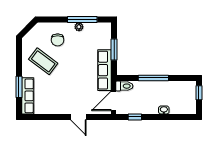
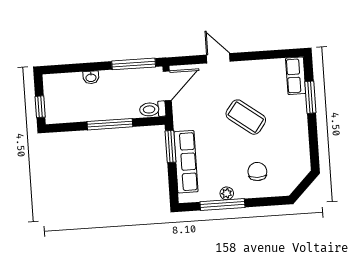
window: (114, 49) -> (171, 146), moved
coffee table: (43, 61) -> (246, 117), moved
row of seats: (105, 70) -> (186, 162), moved
row of seats: (28, 96) -> (296, 76), width x0.68
window: (135, 117) -> (134, 64), width x2.17

